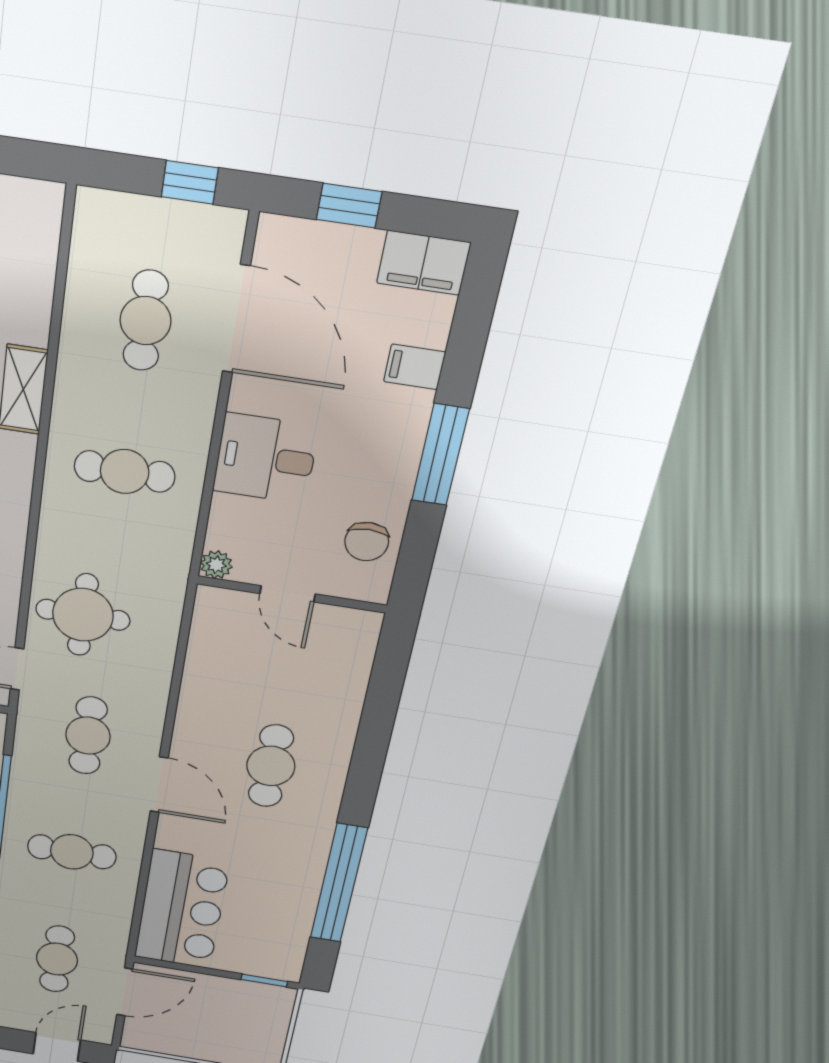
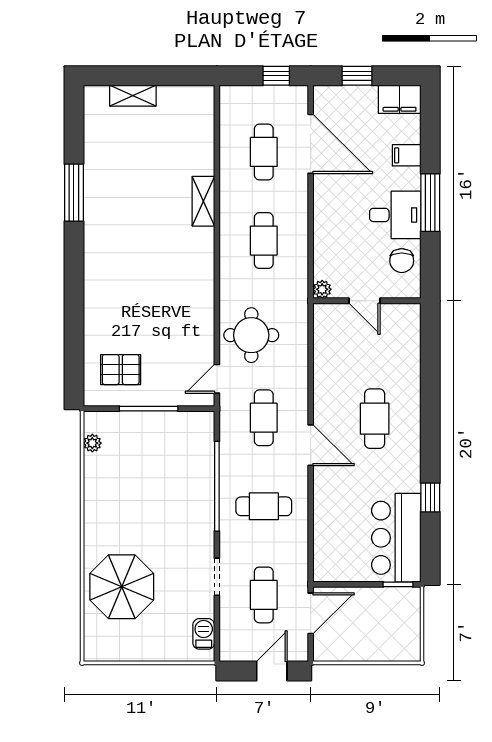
desk: (266, 458) -> (395, 215), moved, turned 180
cafe table: (125, 471) -> (264, 241), turned 90
window: (339, 884) -> (430, 497), width x0.32
bar counter: (182, 910) -> (396, 538), moved, turned 180

